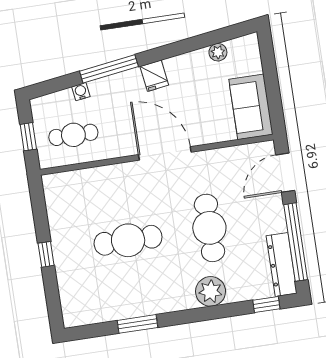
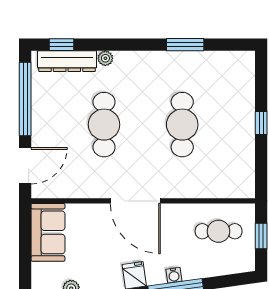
water cooler: (81, 92) -> (174, 275), moved
cafe table: (128, 240) -> (182, 125), turned 90
dresser: (282, 265) -> (67, 61), moved, turned 90
plant: (211, 291) -> (105, 58), width x0.53, depth x0.53

